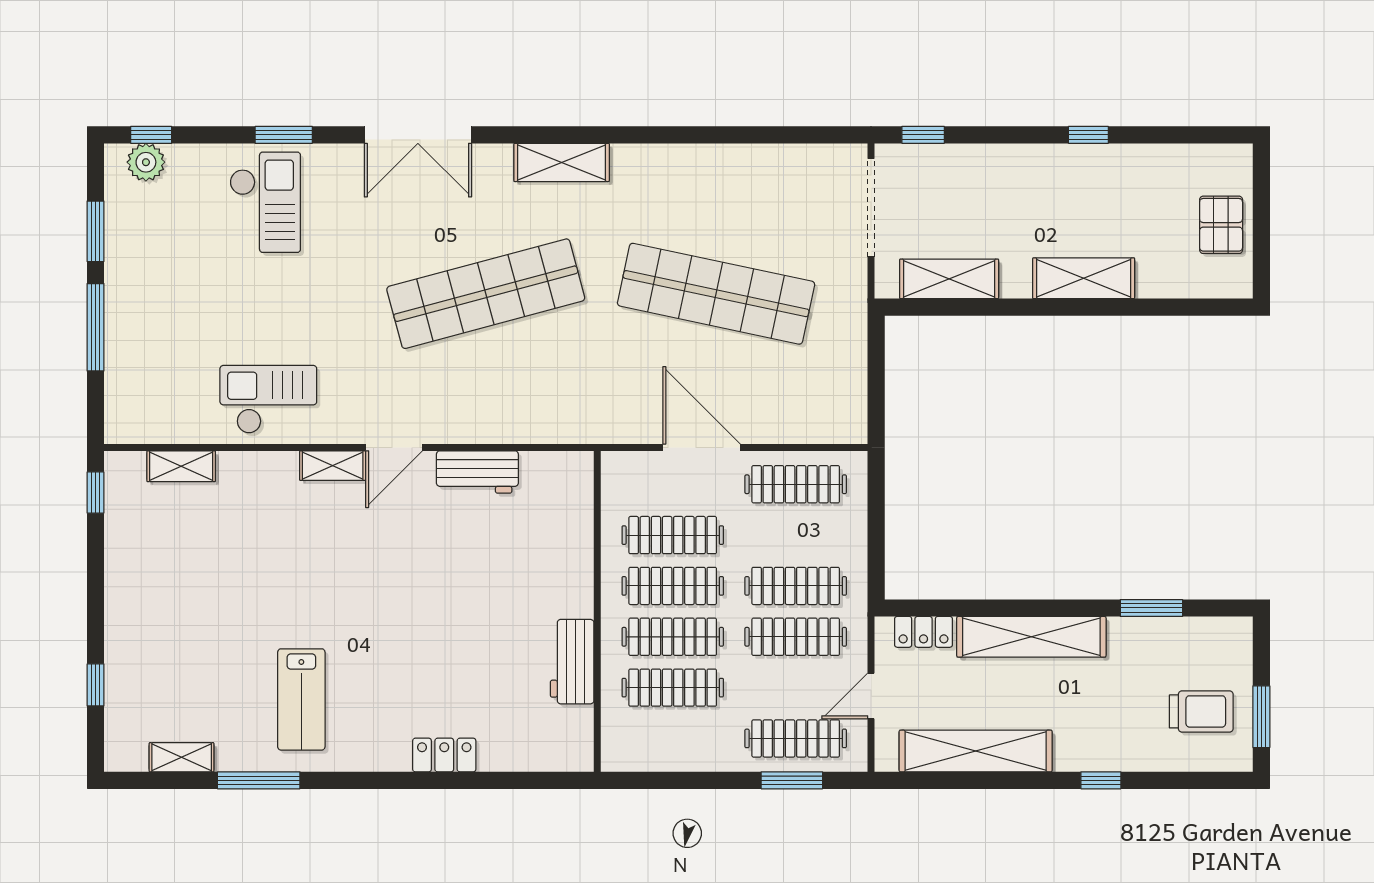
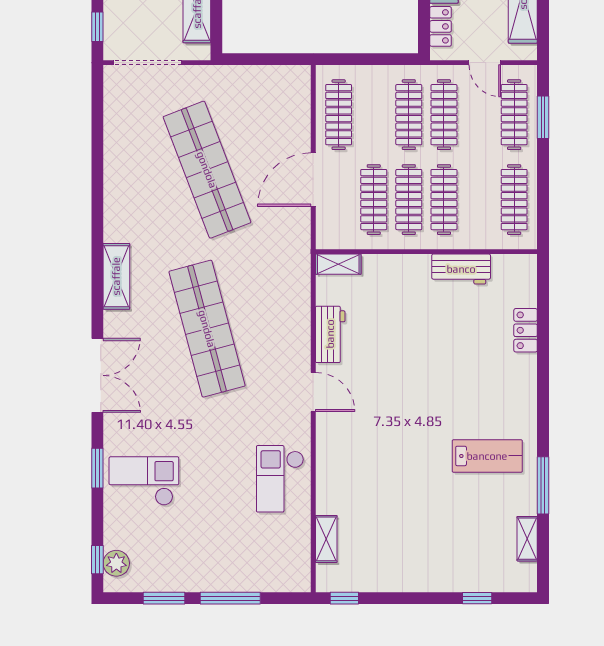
shop shelf: (716, 294) -> (207, 170), turned -33
shelving: (333, 466) -> (338, 264), moved, turned 90
clothes rail: (673, 688) -> (514, 200), moved
locker: (444, 755) -> (526, 330), moved

